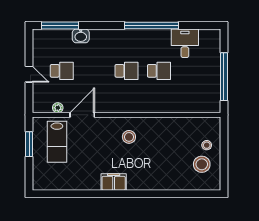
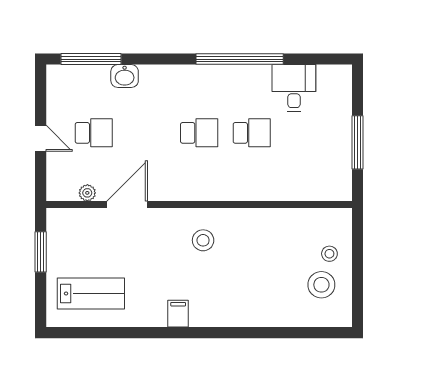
window: (224, 77) -> (358, 142), width x0.68
lab bench: (57, 142) -> (91, 294), moved, turned -90
filing cabinet: (114, 182) -> (178, 314), width x0.50

